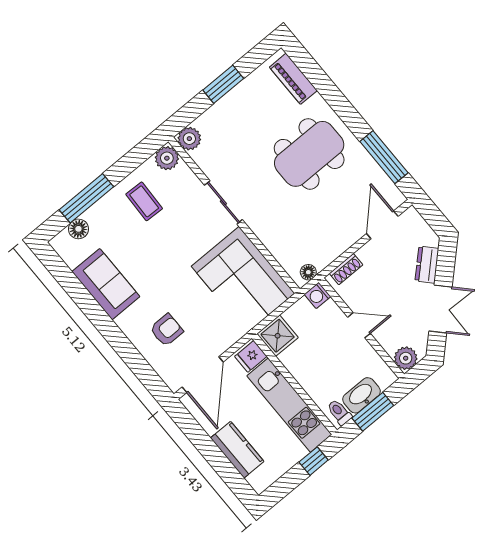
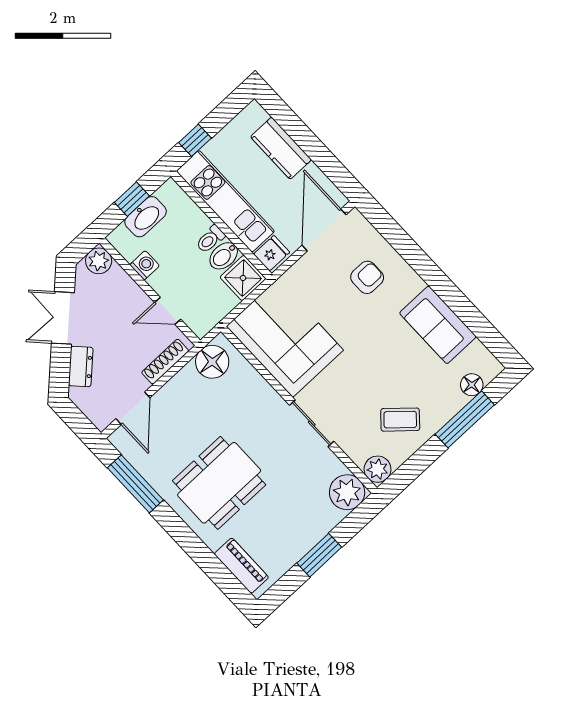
plant: (189, 139) -> (347, 492), width x1.36, depth x1.36
coffee table: (144, 201) -> (400, 420), turned -50
shoe rack: (346, 269) -> (165, 362), width x1.43
floor lamp: (308, 272) -> (212, 362), width x1.89, depth x1.89
washing machine: (318, 295) -> (145, 265), moved
door: (359, 325) -> (168, 311), moved
armchair: (167, 330) -> (367, 277), turned 180
bidet: (294, 356) -> (224, 256), added
toilet: (339, 412) -> (210, 239), moved, turned 90
window: (373, 412) -> (132, 199), width x0.67

